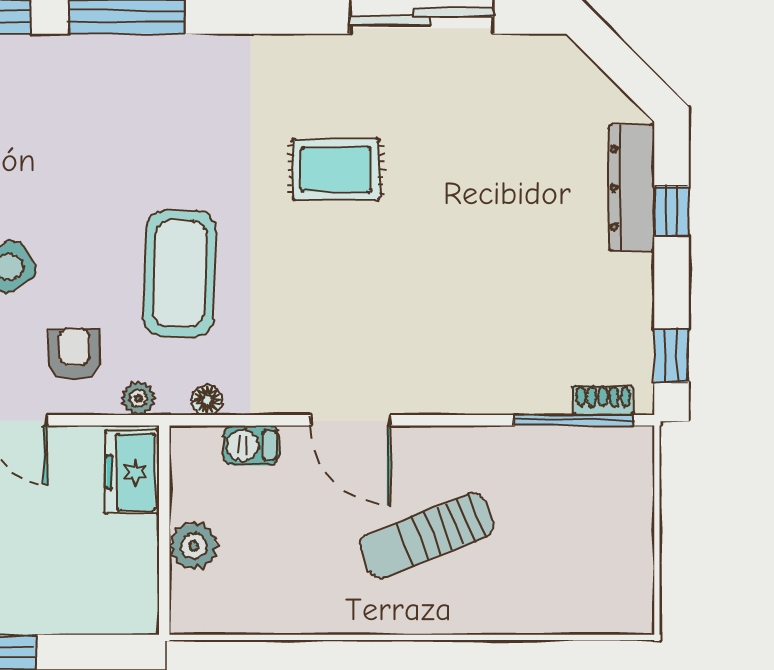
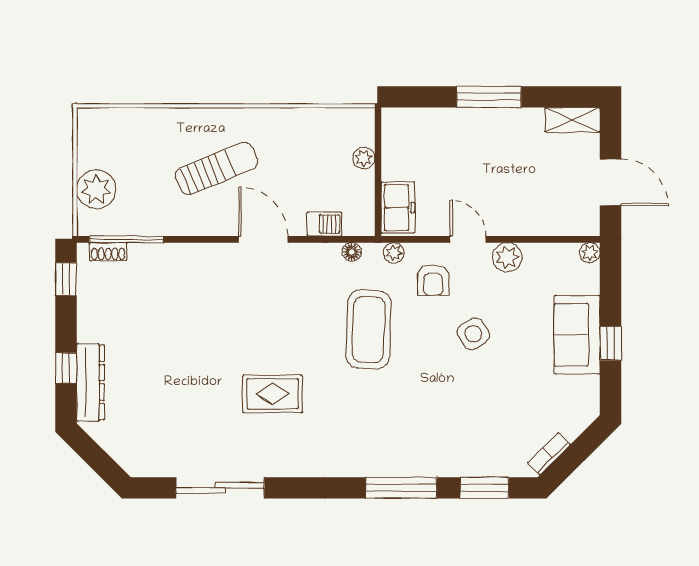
plant: (623, 502) -> (96, 189), added
plant: (194, 546) -> (364, 158), width x0.73, depth x0.73

